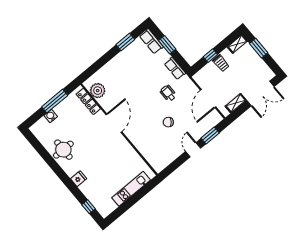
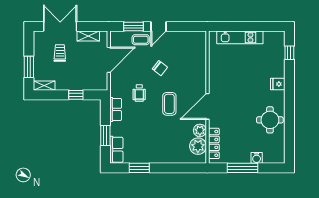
trolley: (221, 63) -> (60, 53), moved
plant: (105, 102) -> (200, 130), added
coffee table: (141, 103) -> (169, 104), added
coffee table: (198, 131) -> (141, 40), added

